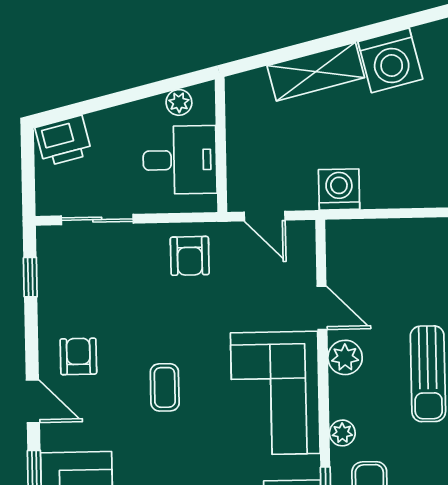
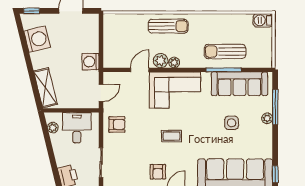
shelving: (316, 72) -> (45, 88), moved
armchair: (78, 356) -> (158, 172), turned -90
plant: (342, 433) -> (174, 62), moved

